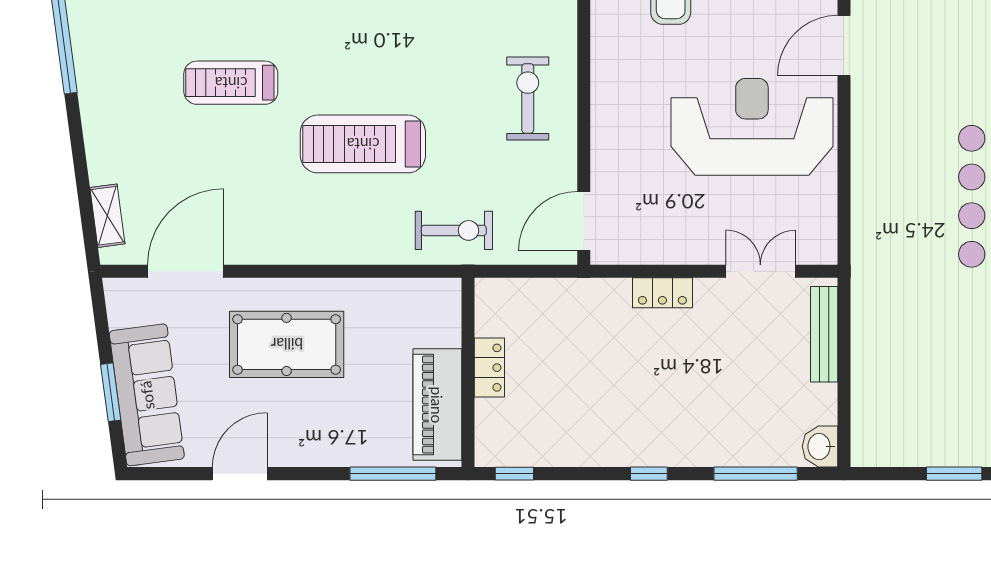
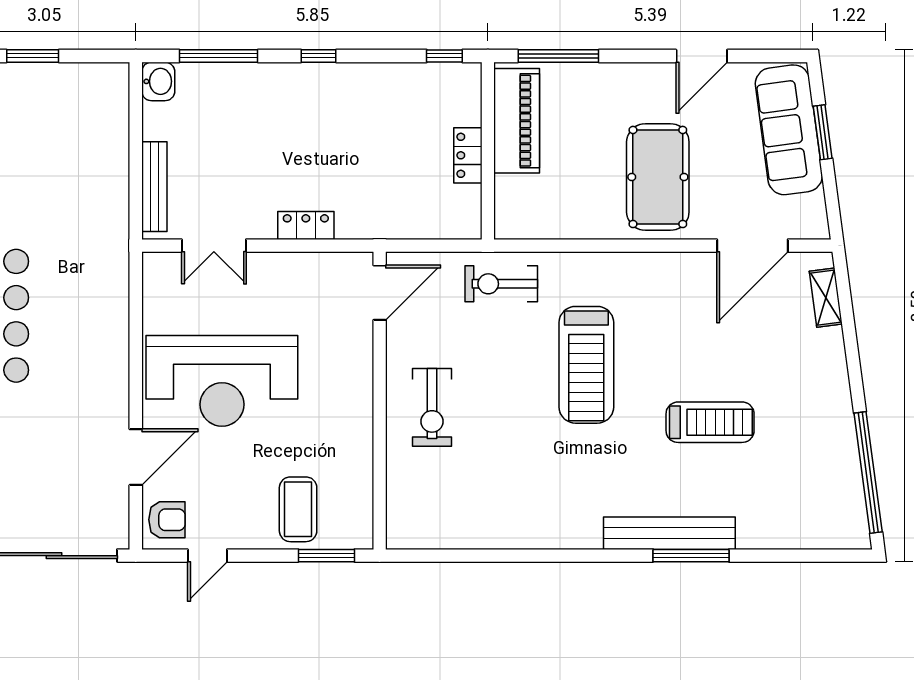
treadmill: (363, 144) -> (586, 365), turned 90
pool table: (287, 344) -> (658, 177), turned 90

